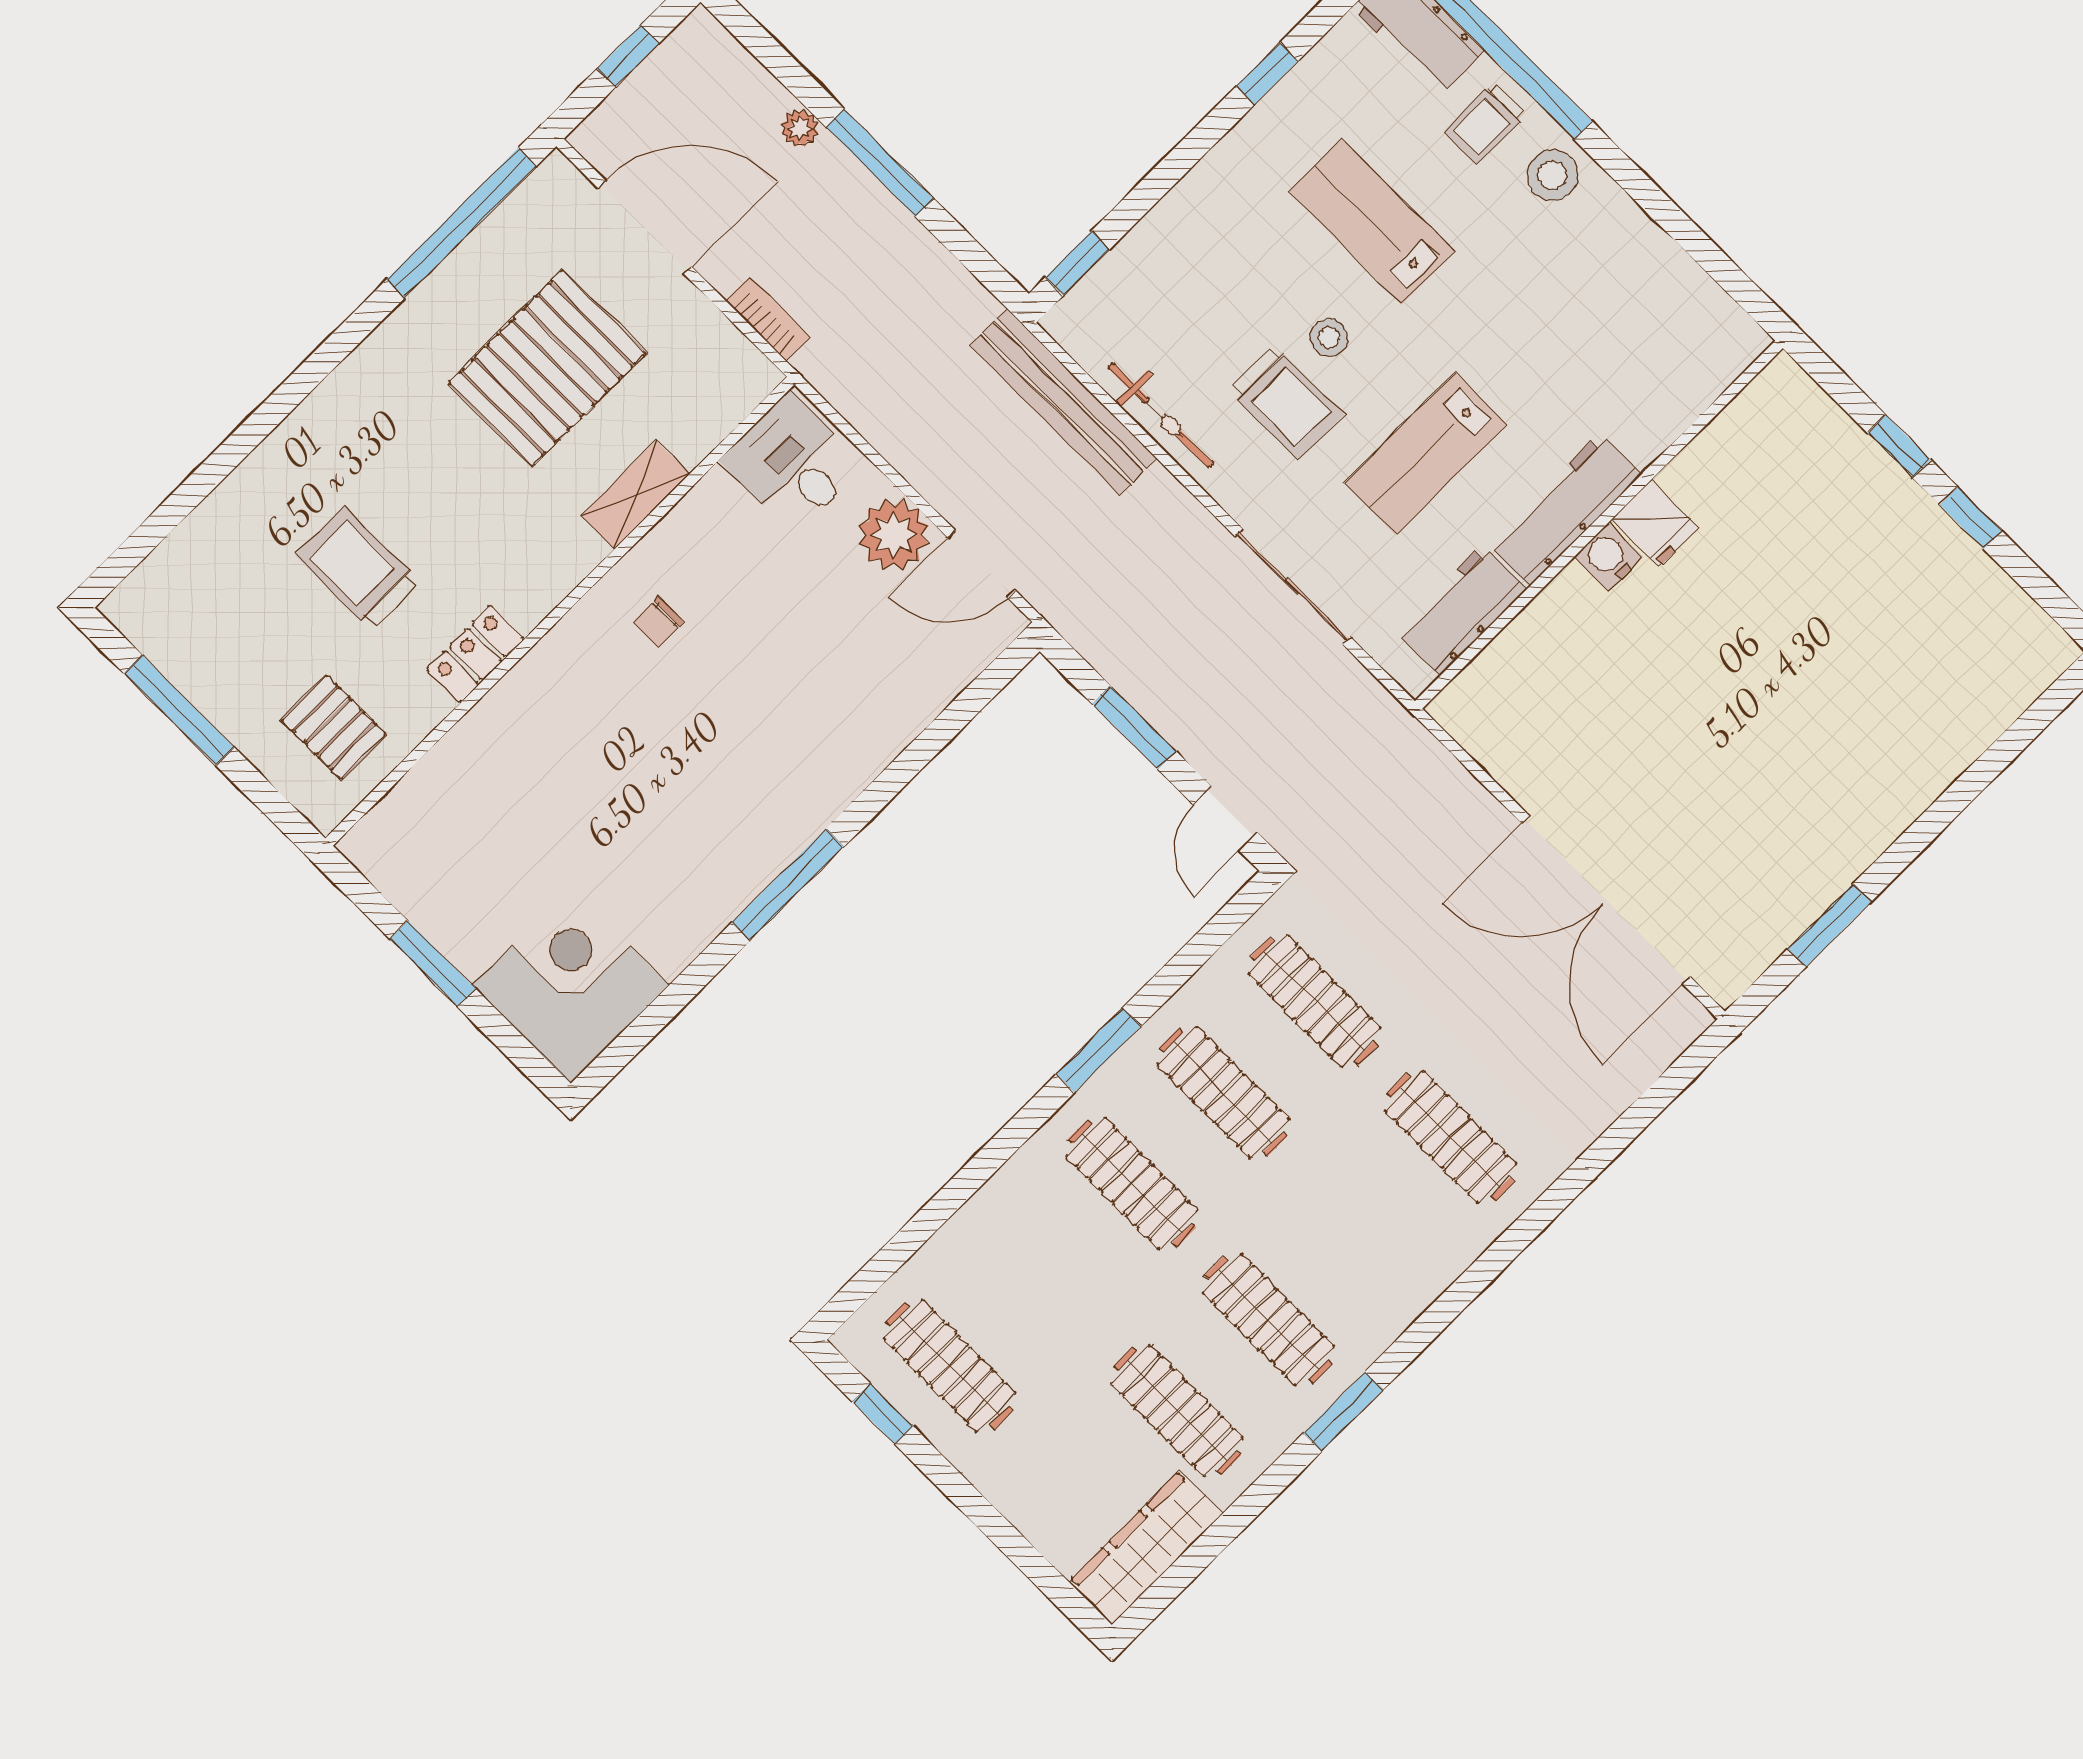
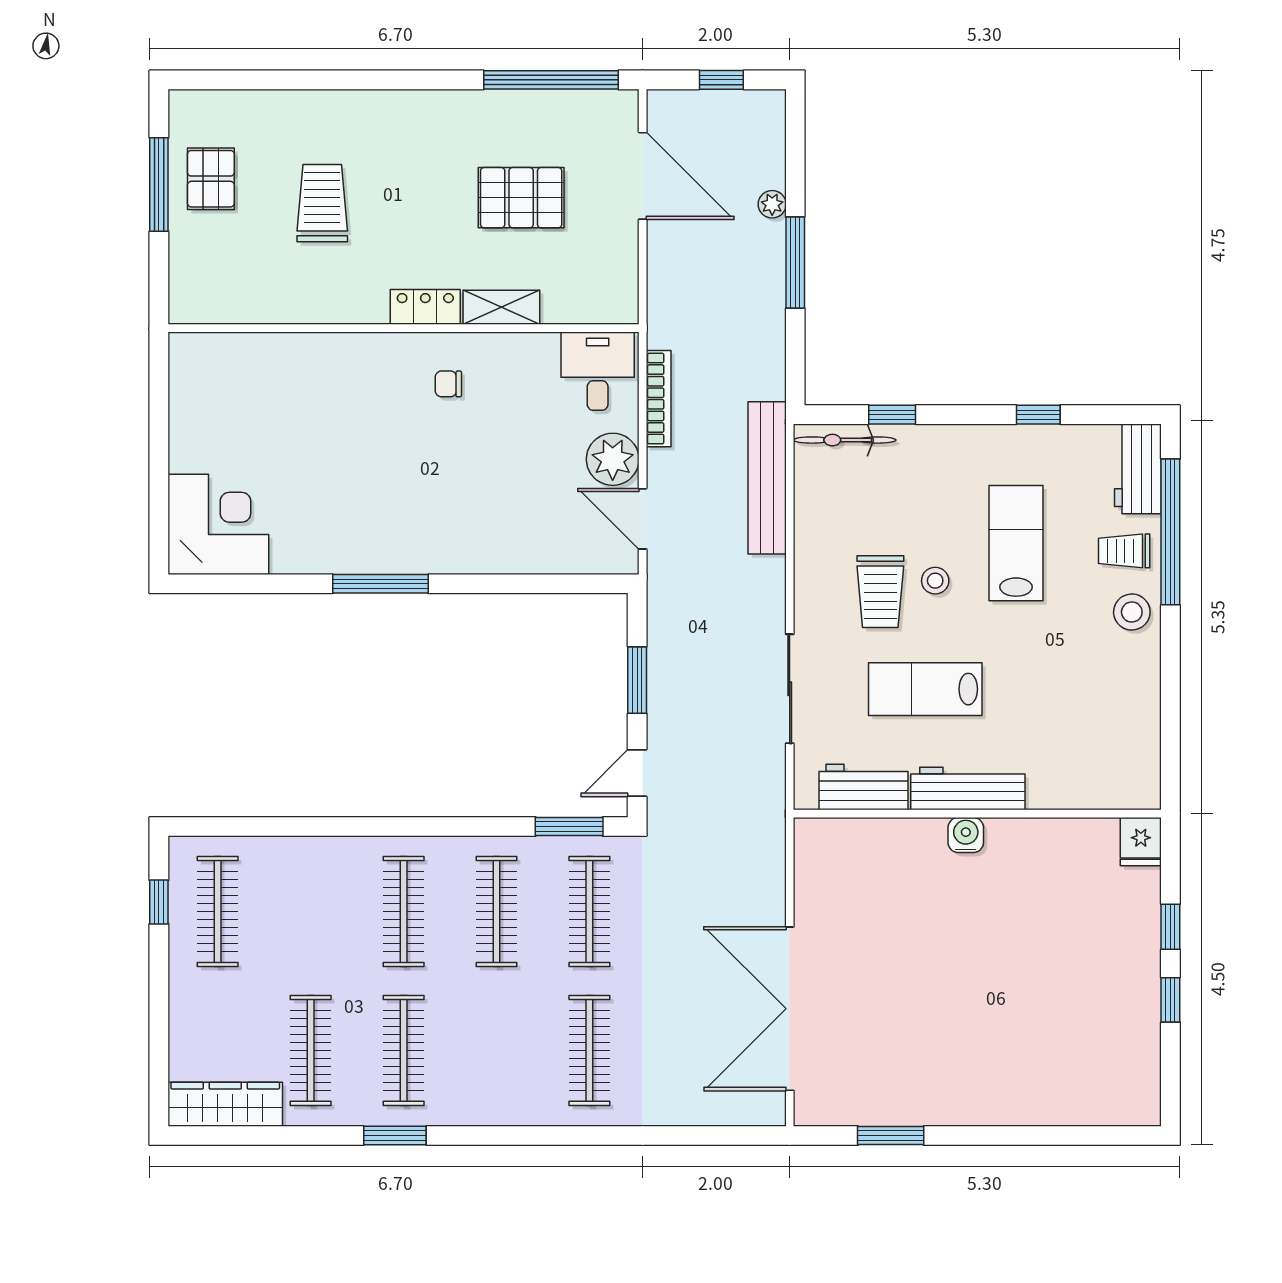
window: (1077, 263) -> (892, 415), moved
bookcase: (768, 319) -> (659, 399), moved, width x1.56
pallet: (547, 368) -> (521, 198), width x0.73, depth x0.71
bicycle: (1161, 416) -> (845, 440), moved, turned 90
fridge: (1655, 523) -> (1141, 842), moved
locker: (475, 654) -> (425, 307), moved
pallet: (334, 727) -> (211, 179), moved
window: (433, 964) -> (159, 443), removed
window: (1099, 1050) -> (569, 827), moved

